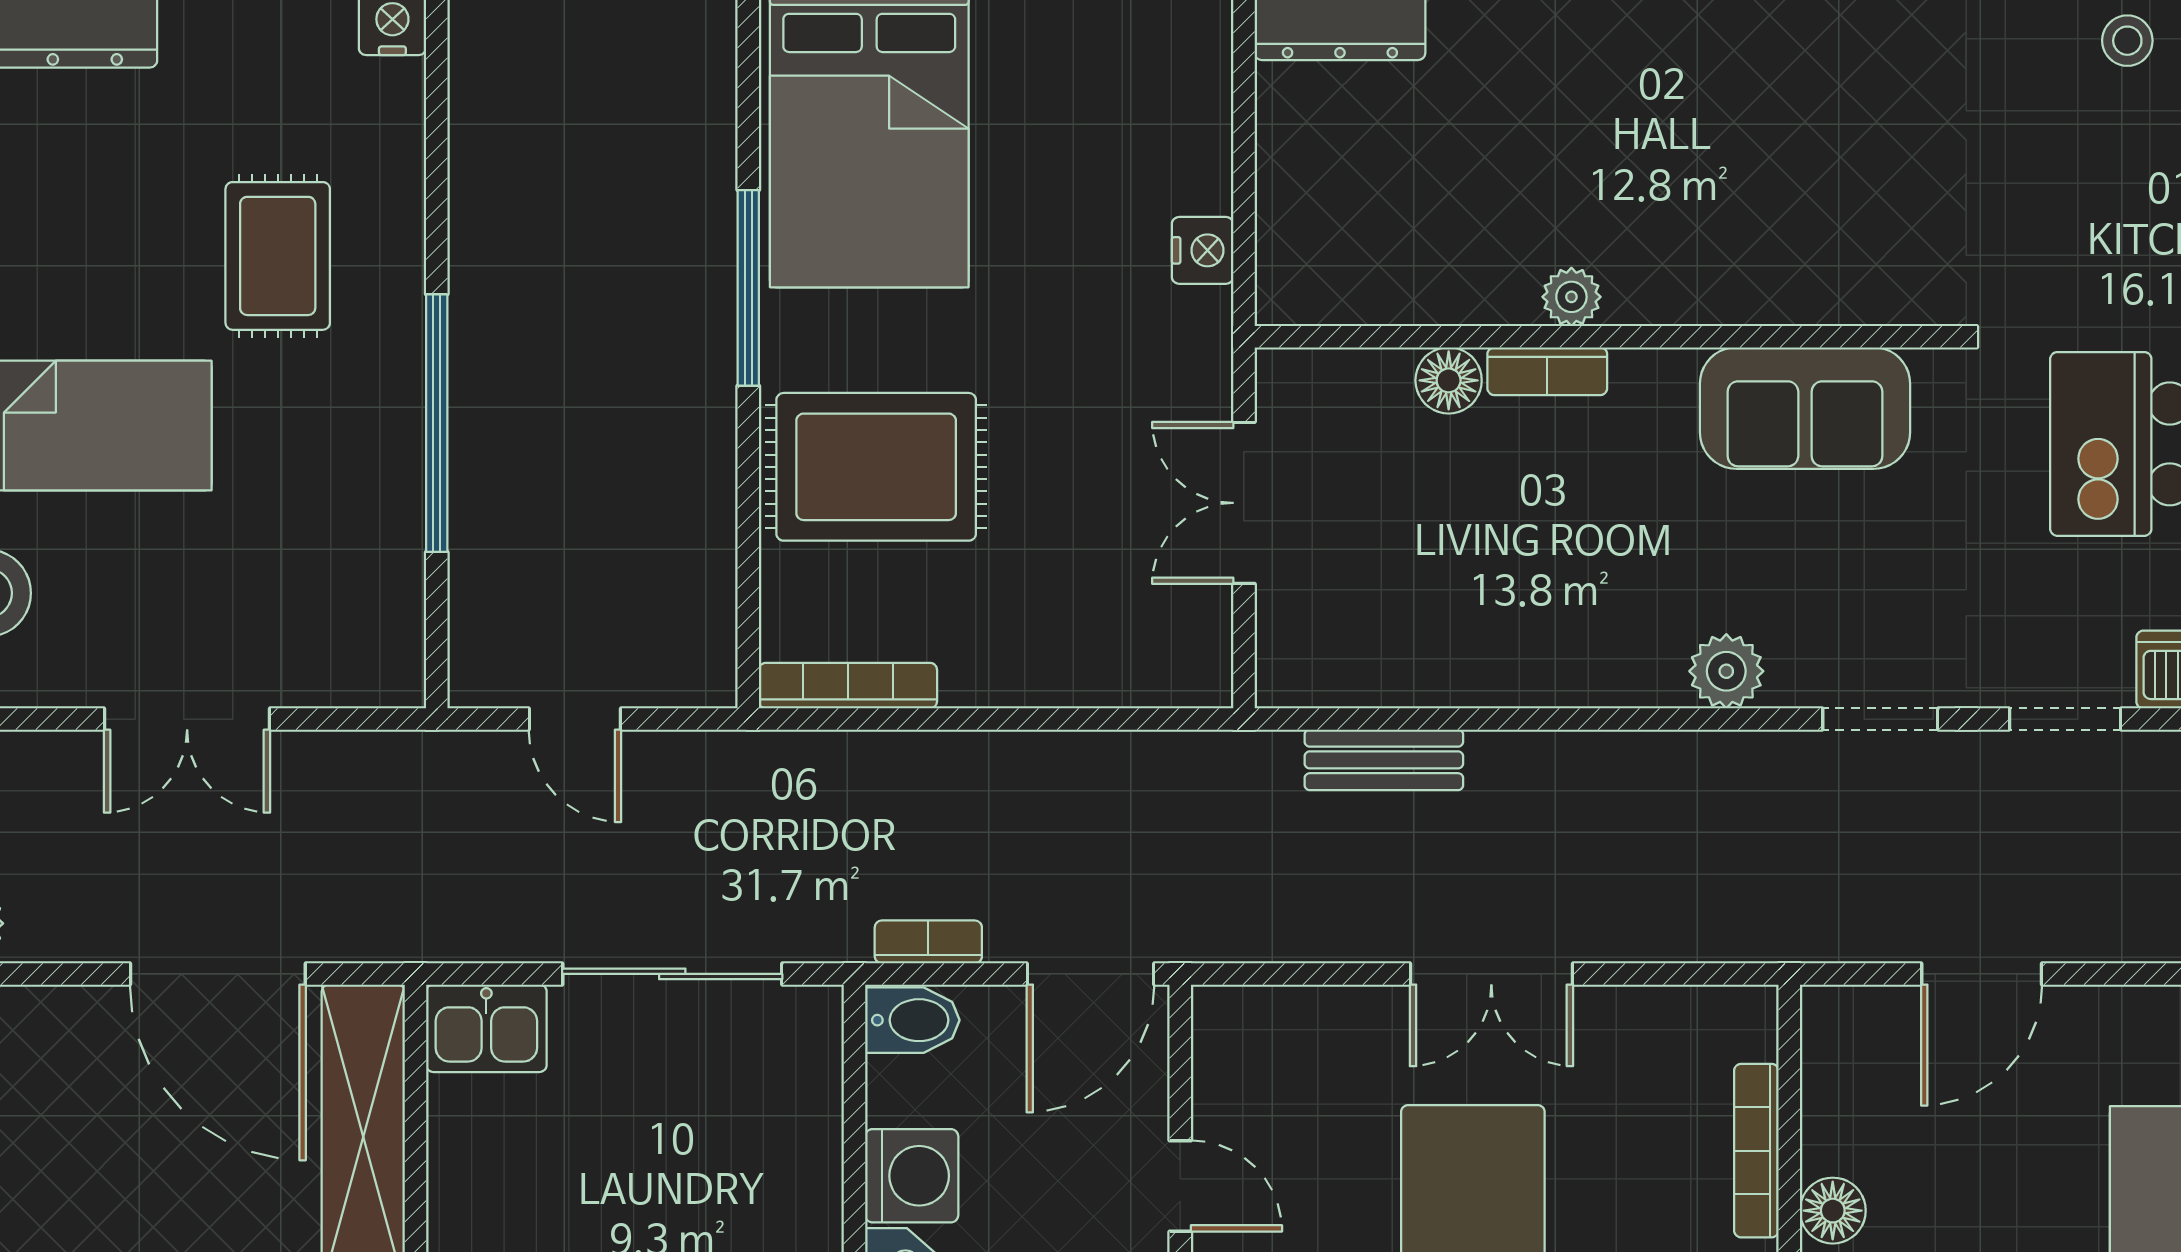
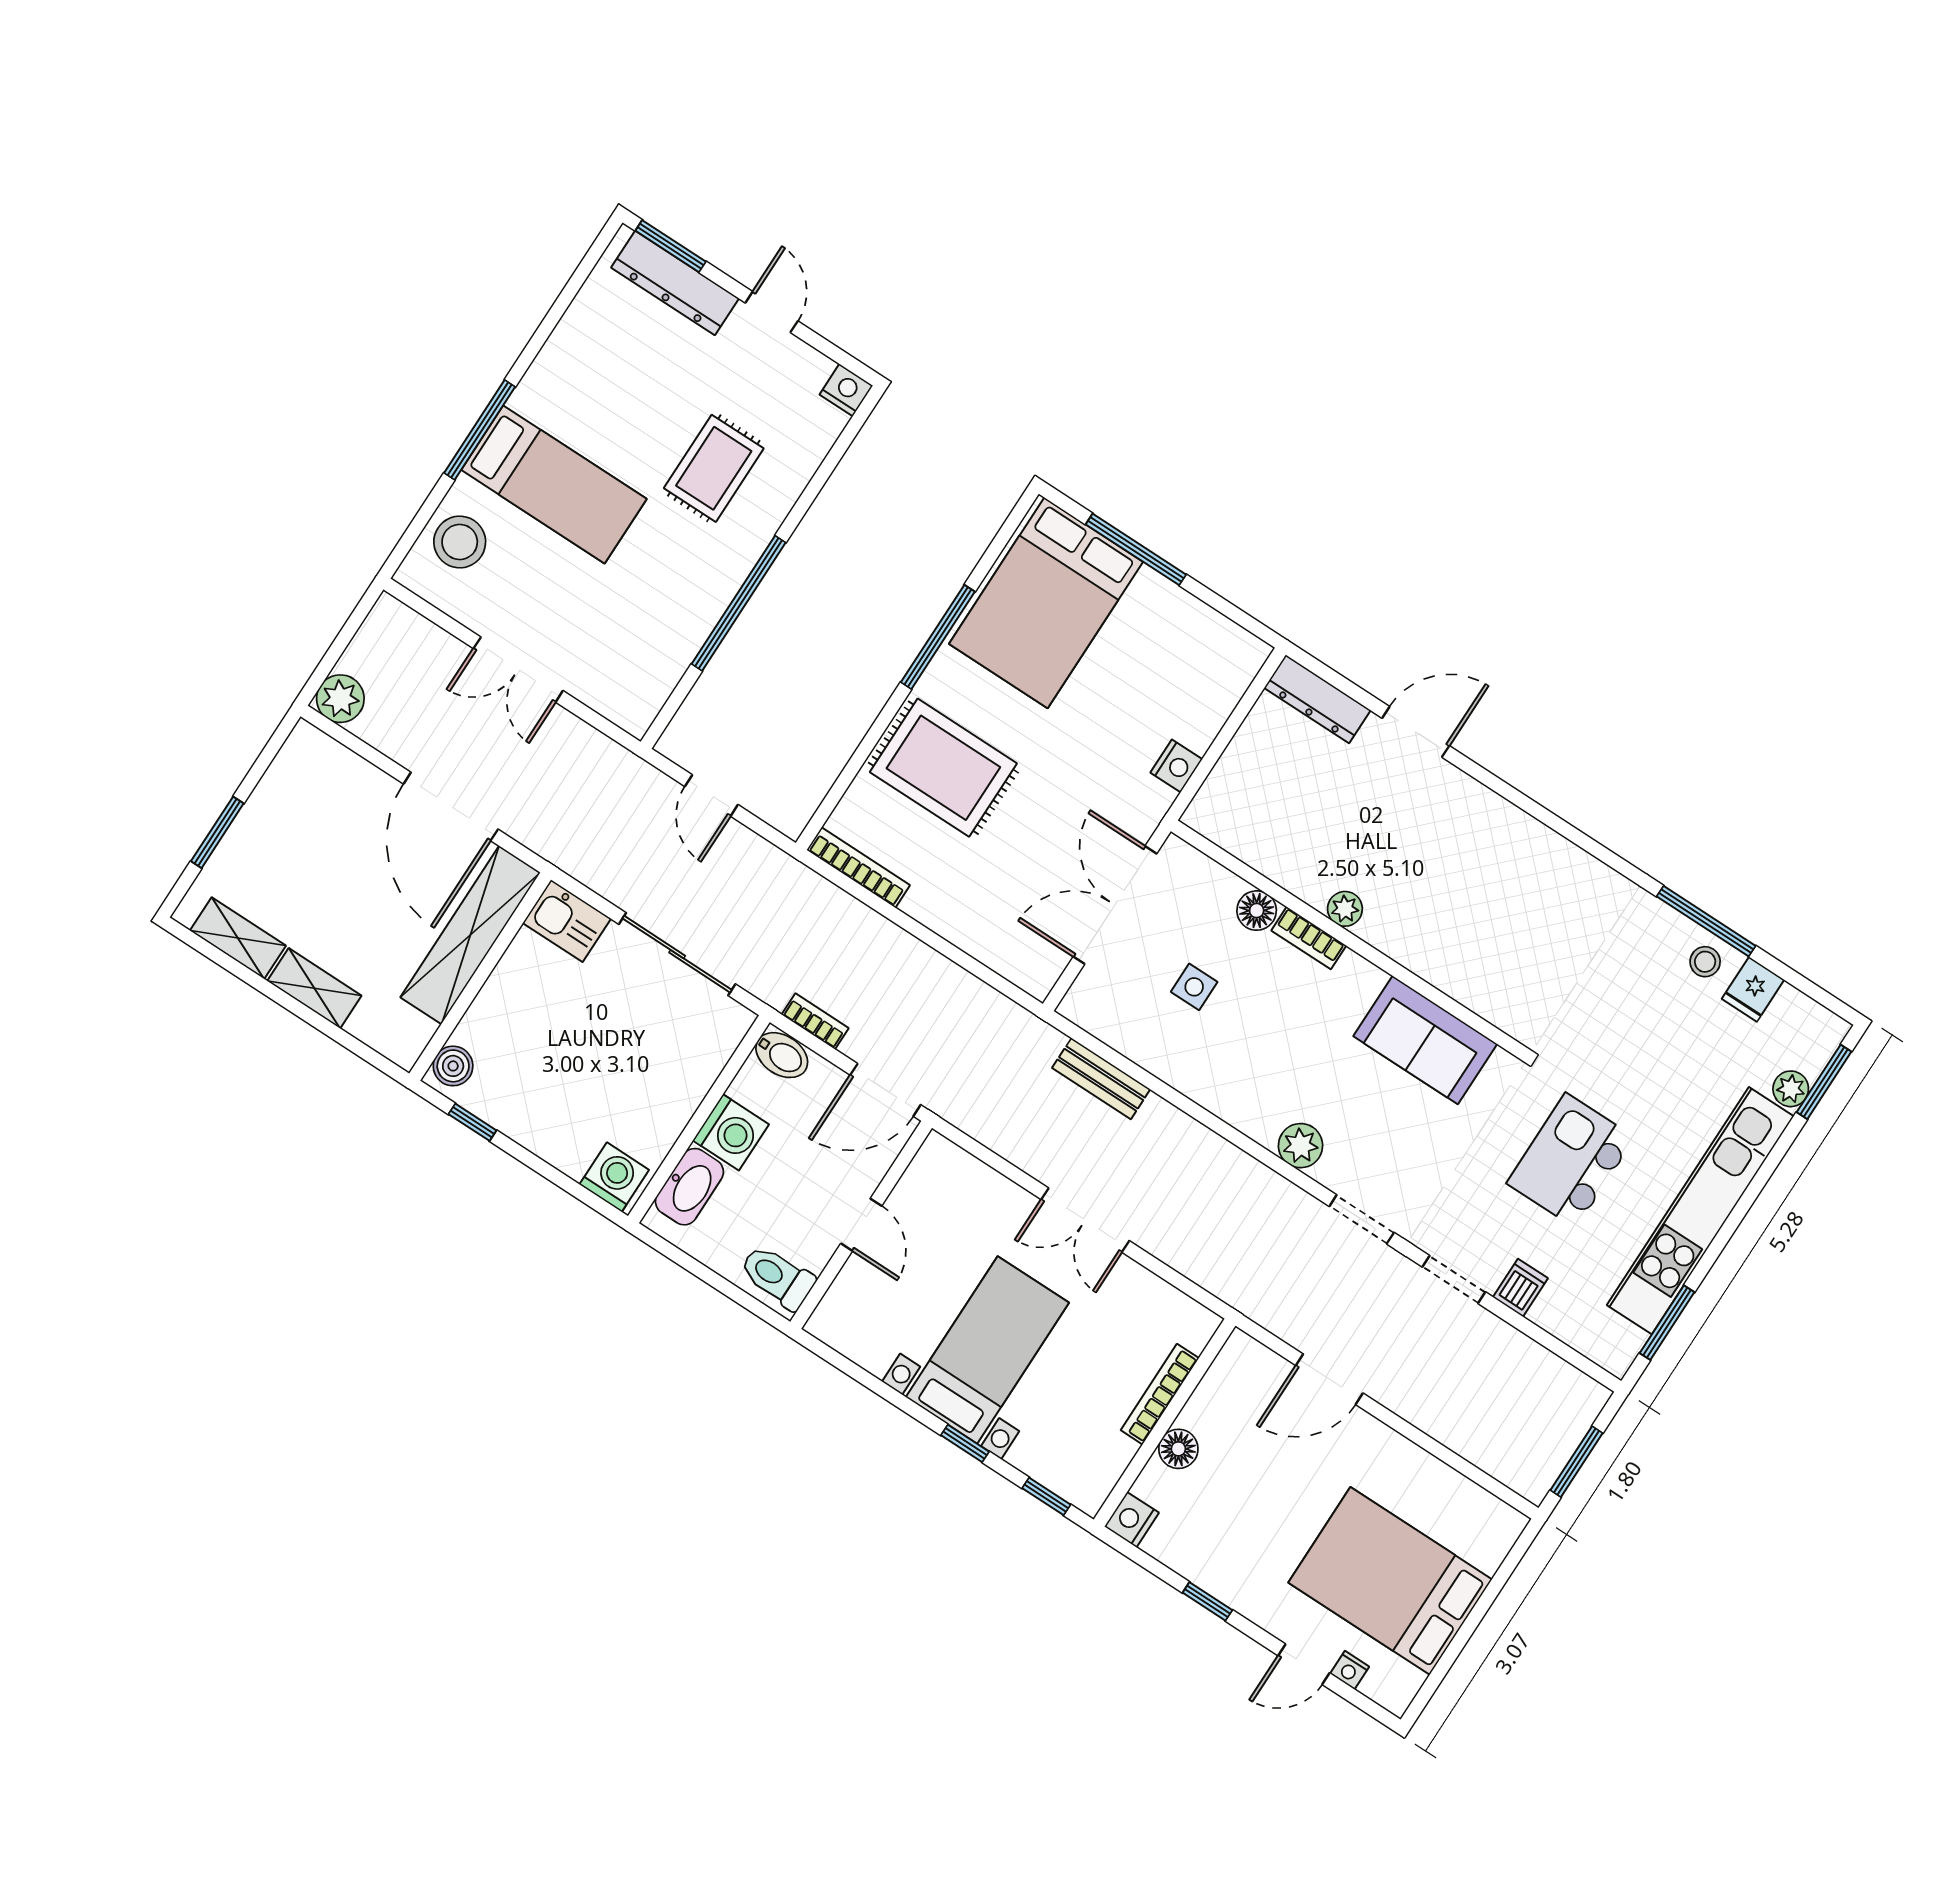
double door: (1244, 503) -> (1115, 905), width x1.37
side table: (1431, 545) -> (1194, 987), added

